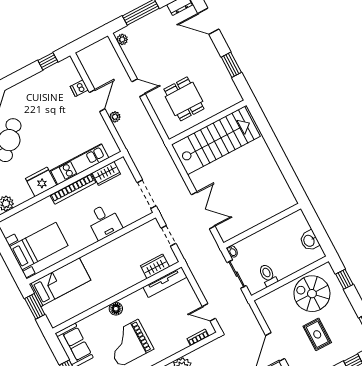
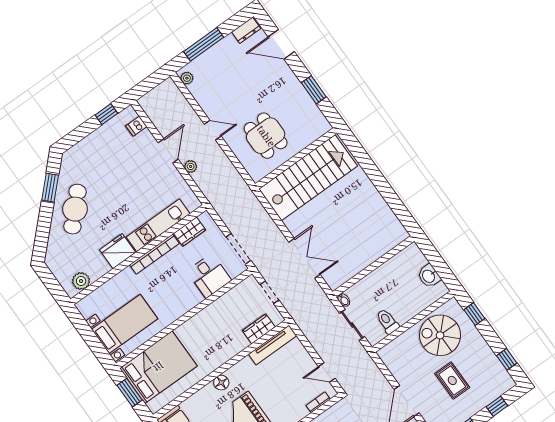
dishwasher: (79, 88) -> (136, 126), moved
desk: (104, 221) -> (209, 276), moved
bed: (60, 282) -> (158, 367), width x1.50

